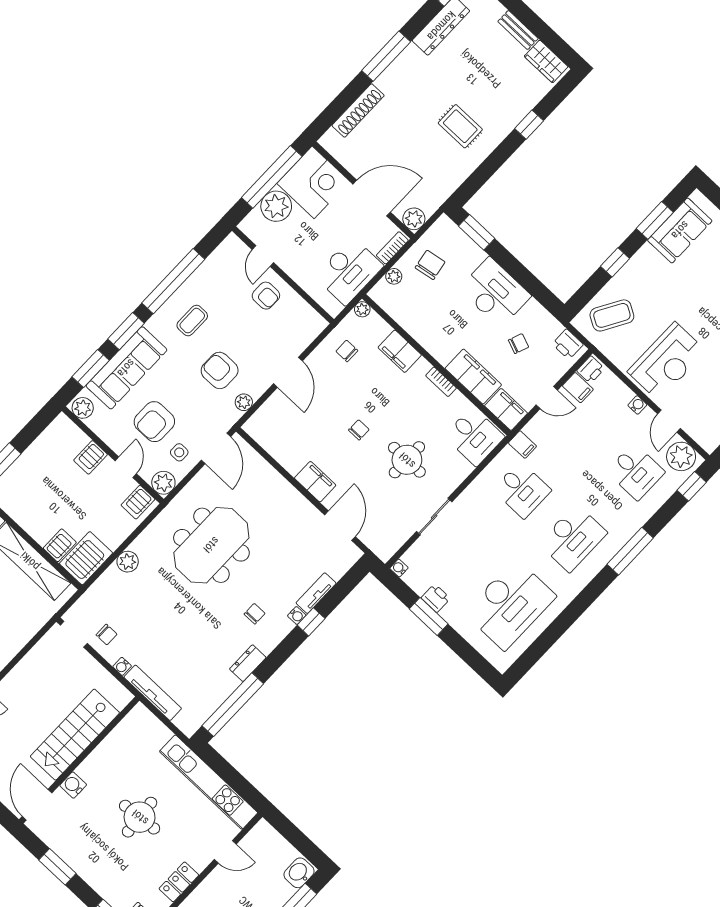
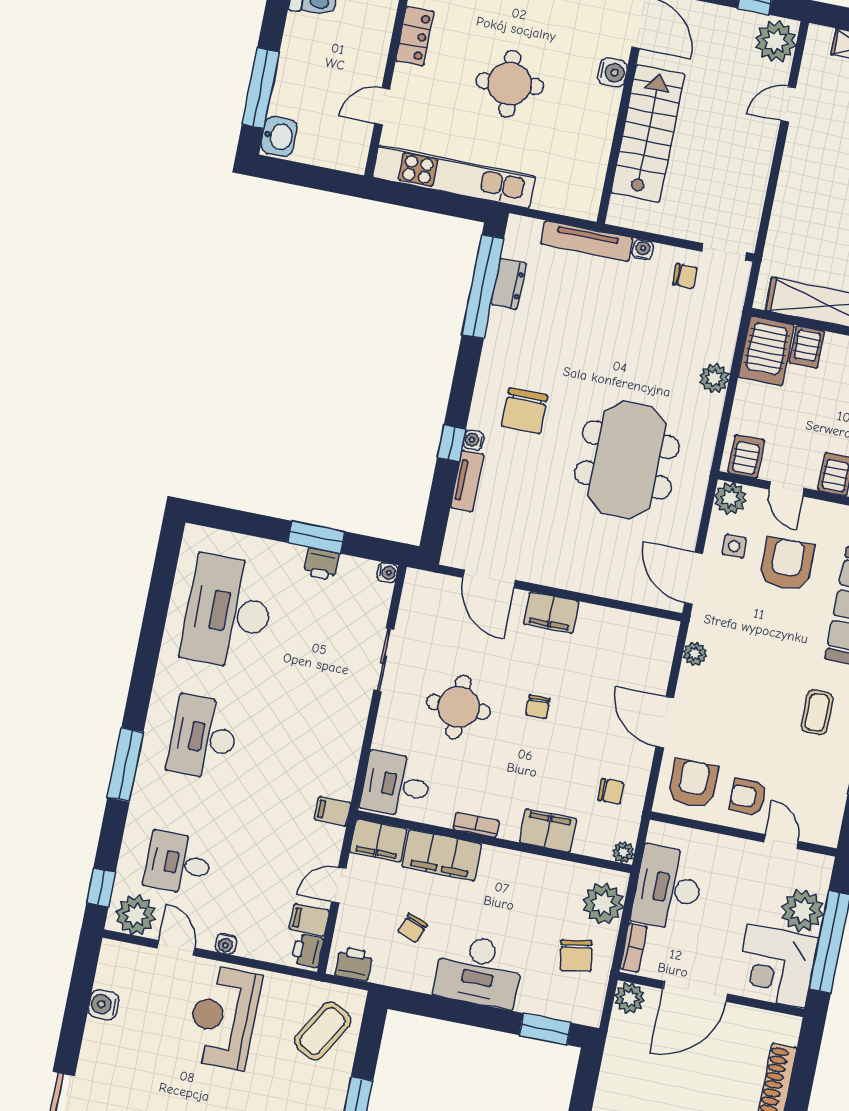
plant: (394, 276) -> (603, 903), width x1.88, depth x1.88
armchair: (220, 370) -> (693, 784), moved, turned -90
desk: (522, 490) -> (299, 757), removed
chair: (255, 614) -> (525, 411), width x1.87, depth x1.87
chair: (107, 635) -> (685, 276), turned 180
dresser: (248, 663) -> (509, 284), moved

